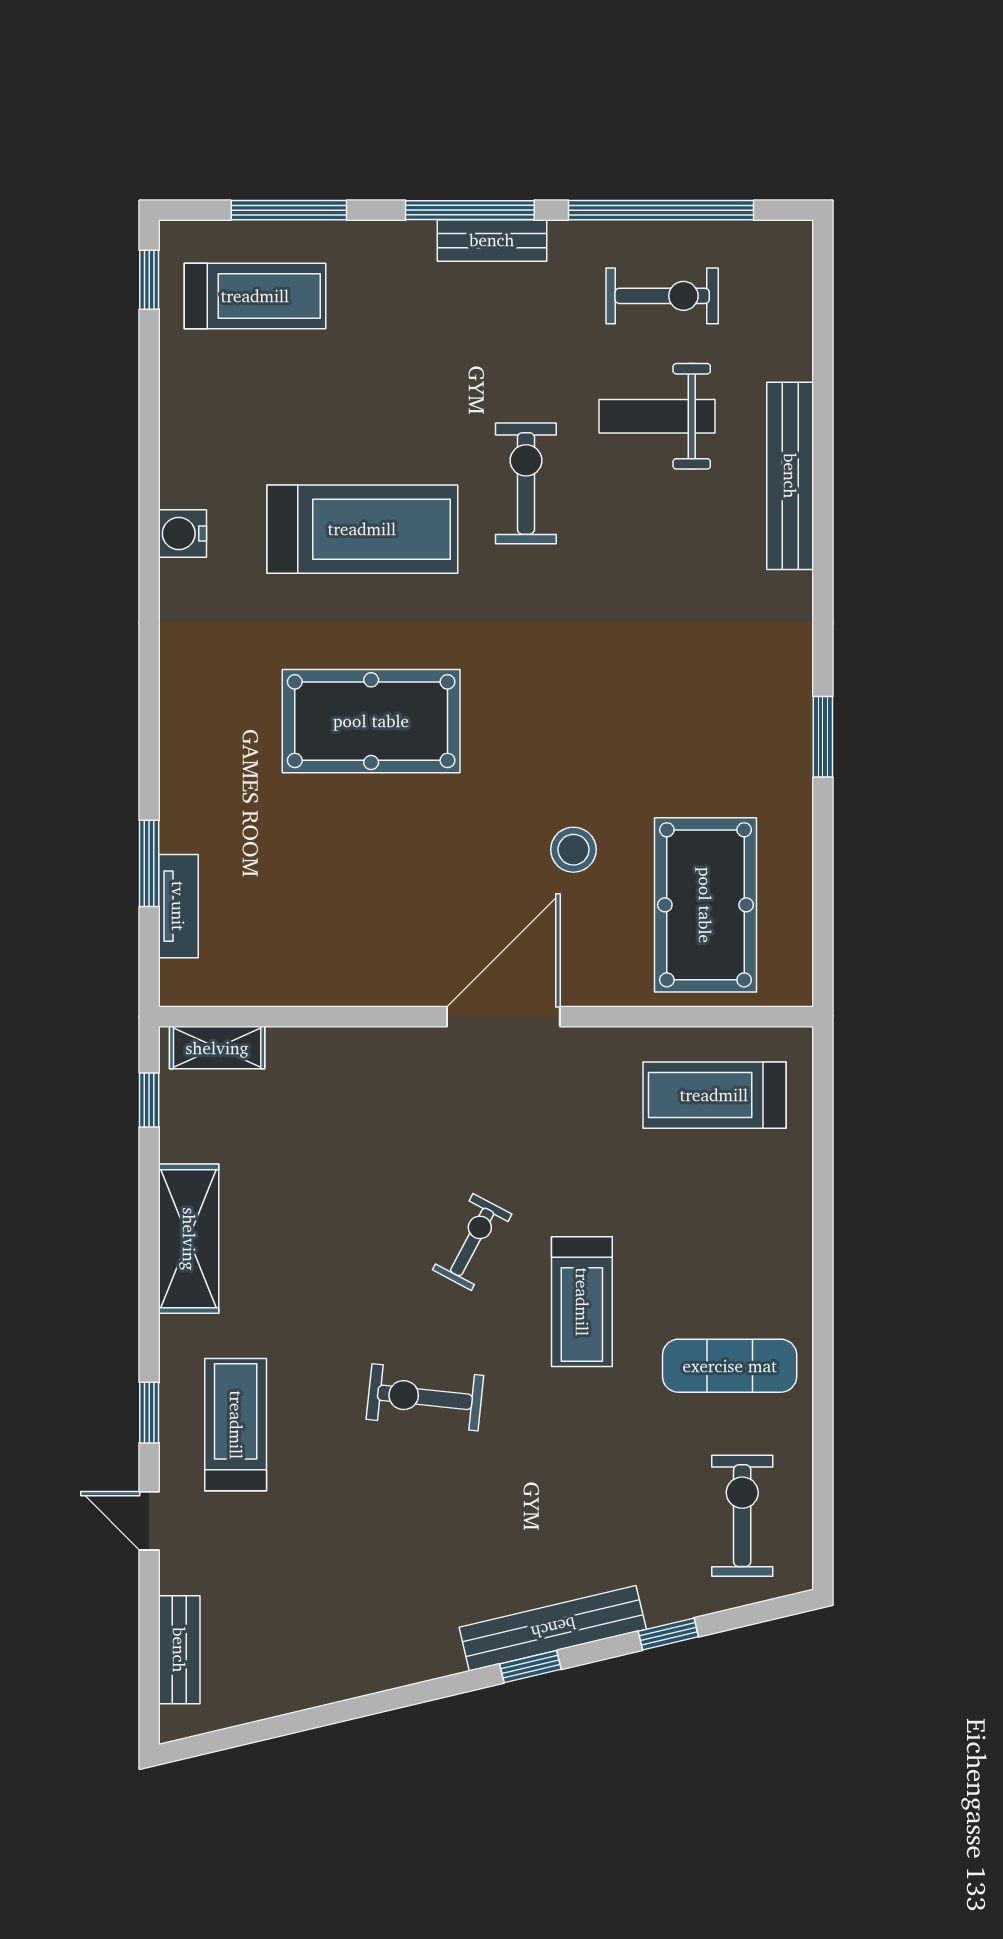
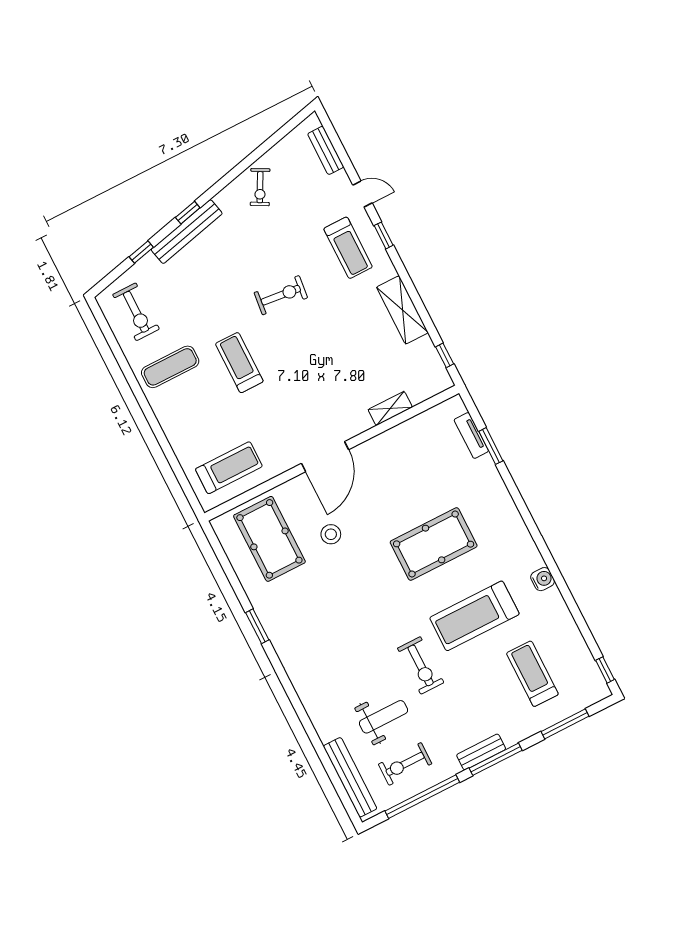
treadmill: (255, 296) -> (532, 674), moved, turned 90
bench: (790, 476) -> (350, 777), moved
shelving: (217, 1048) -> (390, 408), moved
exercise bike: (472, 1242) -> (260, 187), moved

